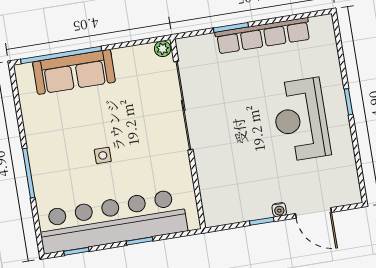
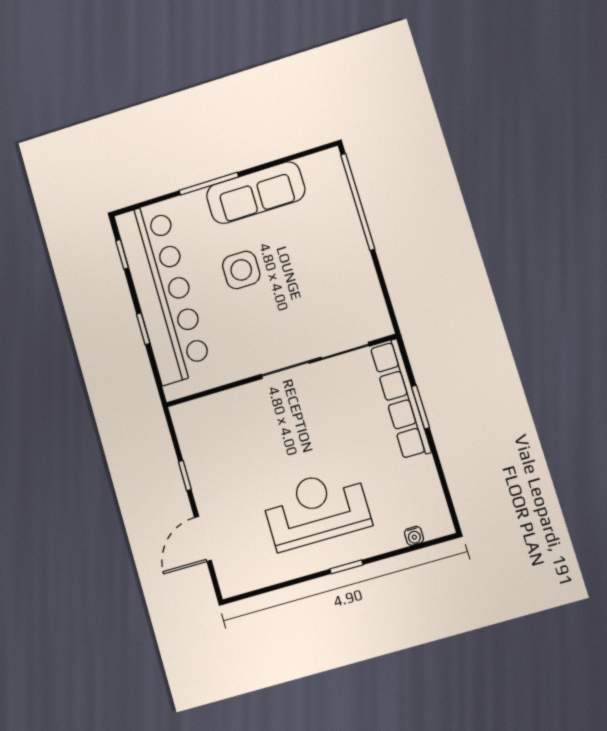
row of seats: (263, 36) -> (401, 399), moved
plant: (163, 49) -> (382, 325), removed
sofa: (74, 72) -> (256, 193), moved, turned -90
side table: (103, 155) -> (241, 270), width x1.87, depth x1.87
water cooler: (279, 210) -> (414, 536), moved, turned -90

